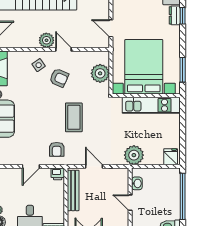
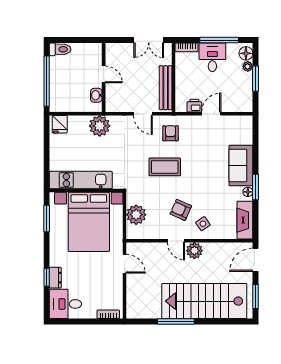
coffee table: (74, 117) -> (165, 167), turned 90
armchair: (57, 149) -> (170, 133), moved
printer: (58, 174) -> (194, 106), moved

